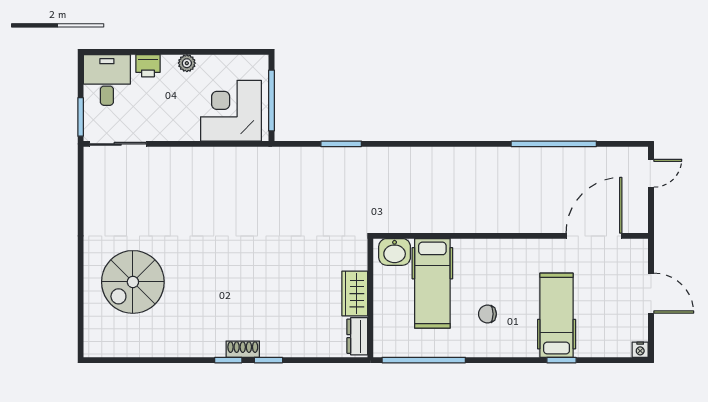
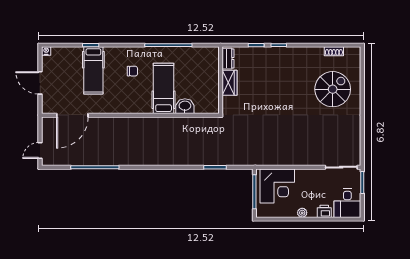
wardrobe: (355, 294) -> (229, 83), moved
wall: (370, 298) -> (221, 80), moved
dresser: (357, 336) -> (228, 59), moved
shoe rack: (243, 349) -> (334, 51), moved

